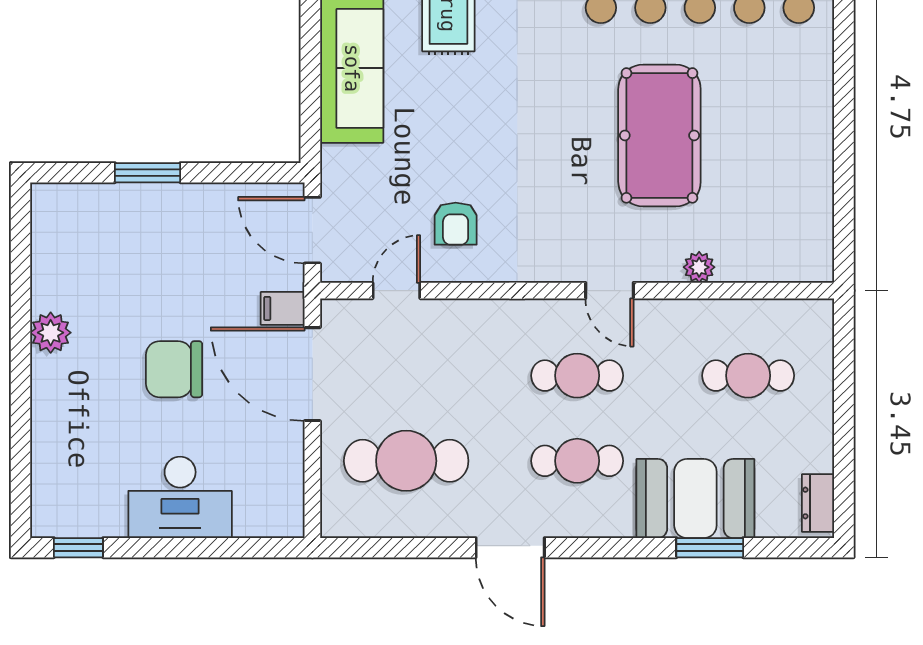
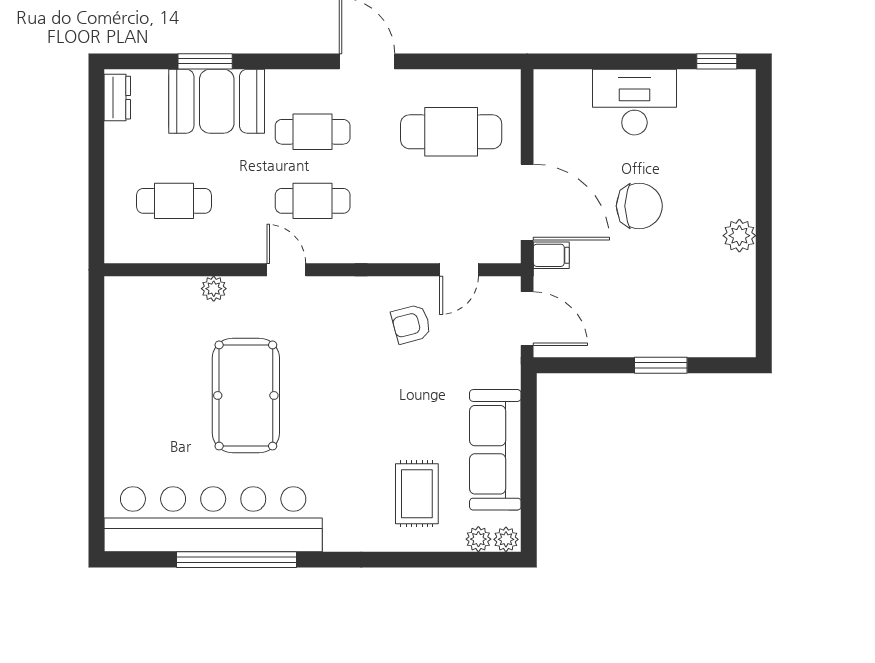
armchair: (456, 224) -> (411, 324), turned -105

